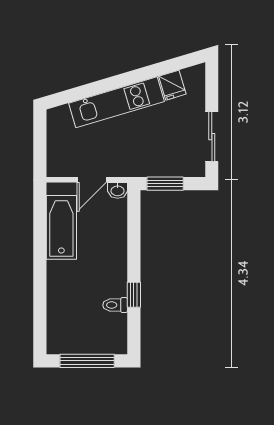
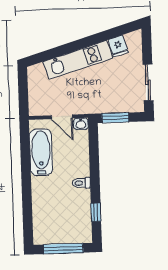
door: (92, 180) -> (62, 117), hinge flipped
window: (134, 295) -> (96, 212), moved
toilet: (115, 305) -> (81, 183), moved

